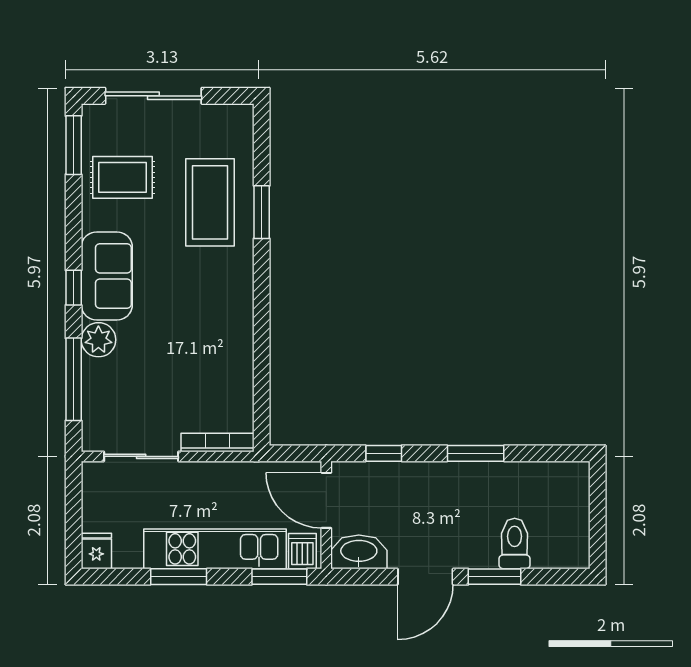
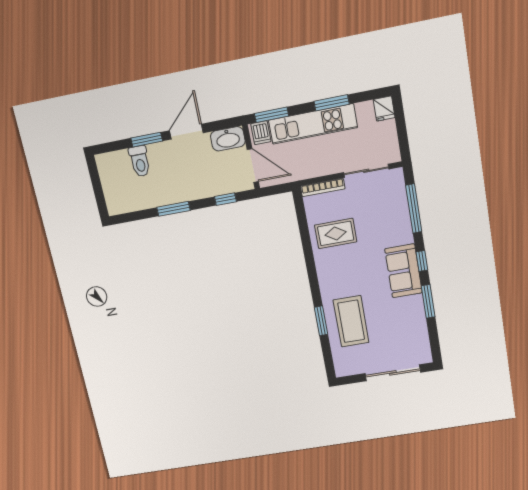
window: (74, 145) -> (428, 301), moved
rug: (123, 177) -> (336, 233), moved
plant: (98, 340) -> (403, 234), removed

